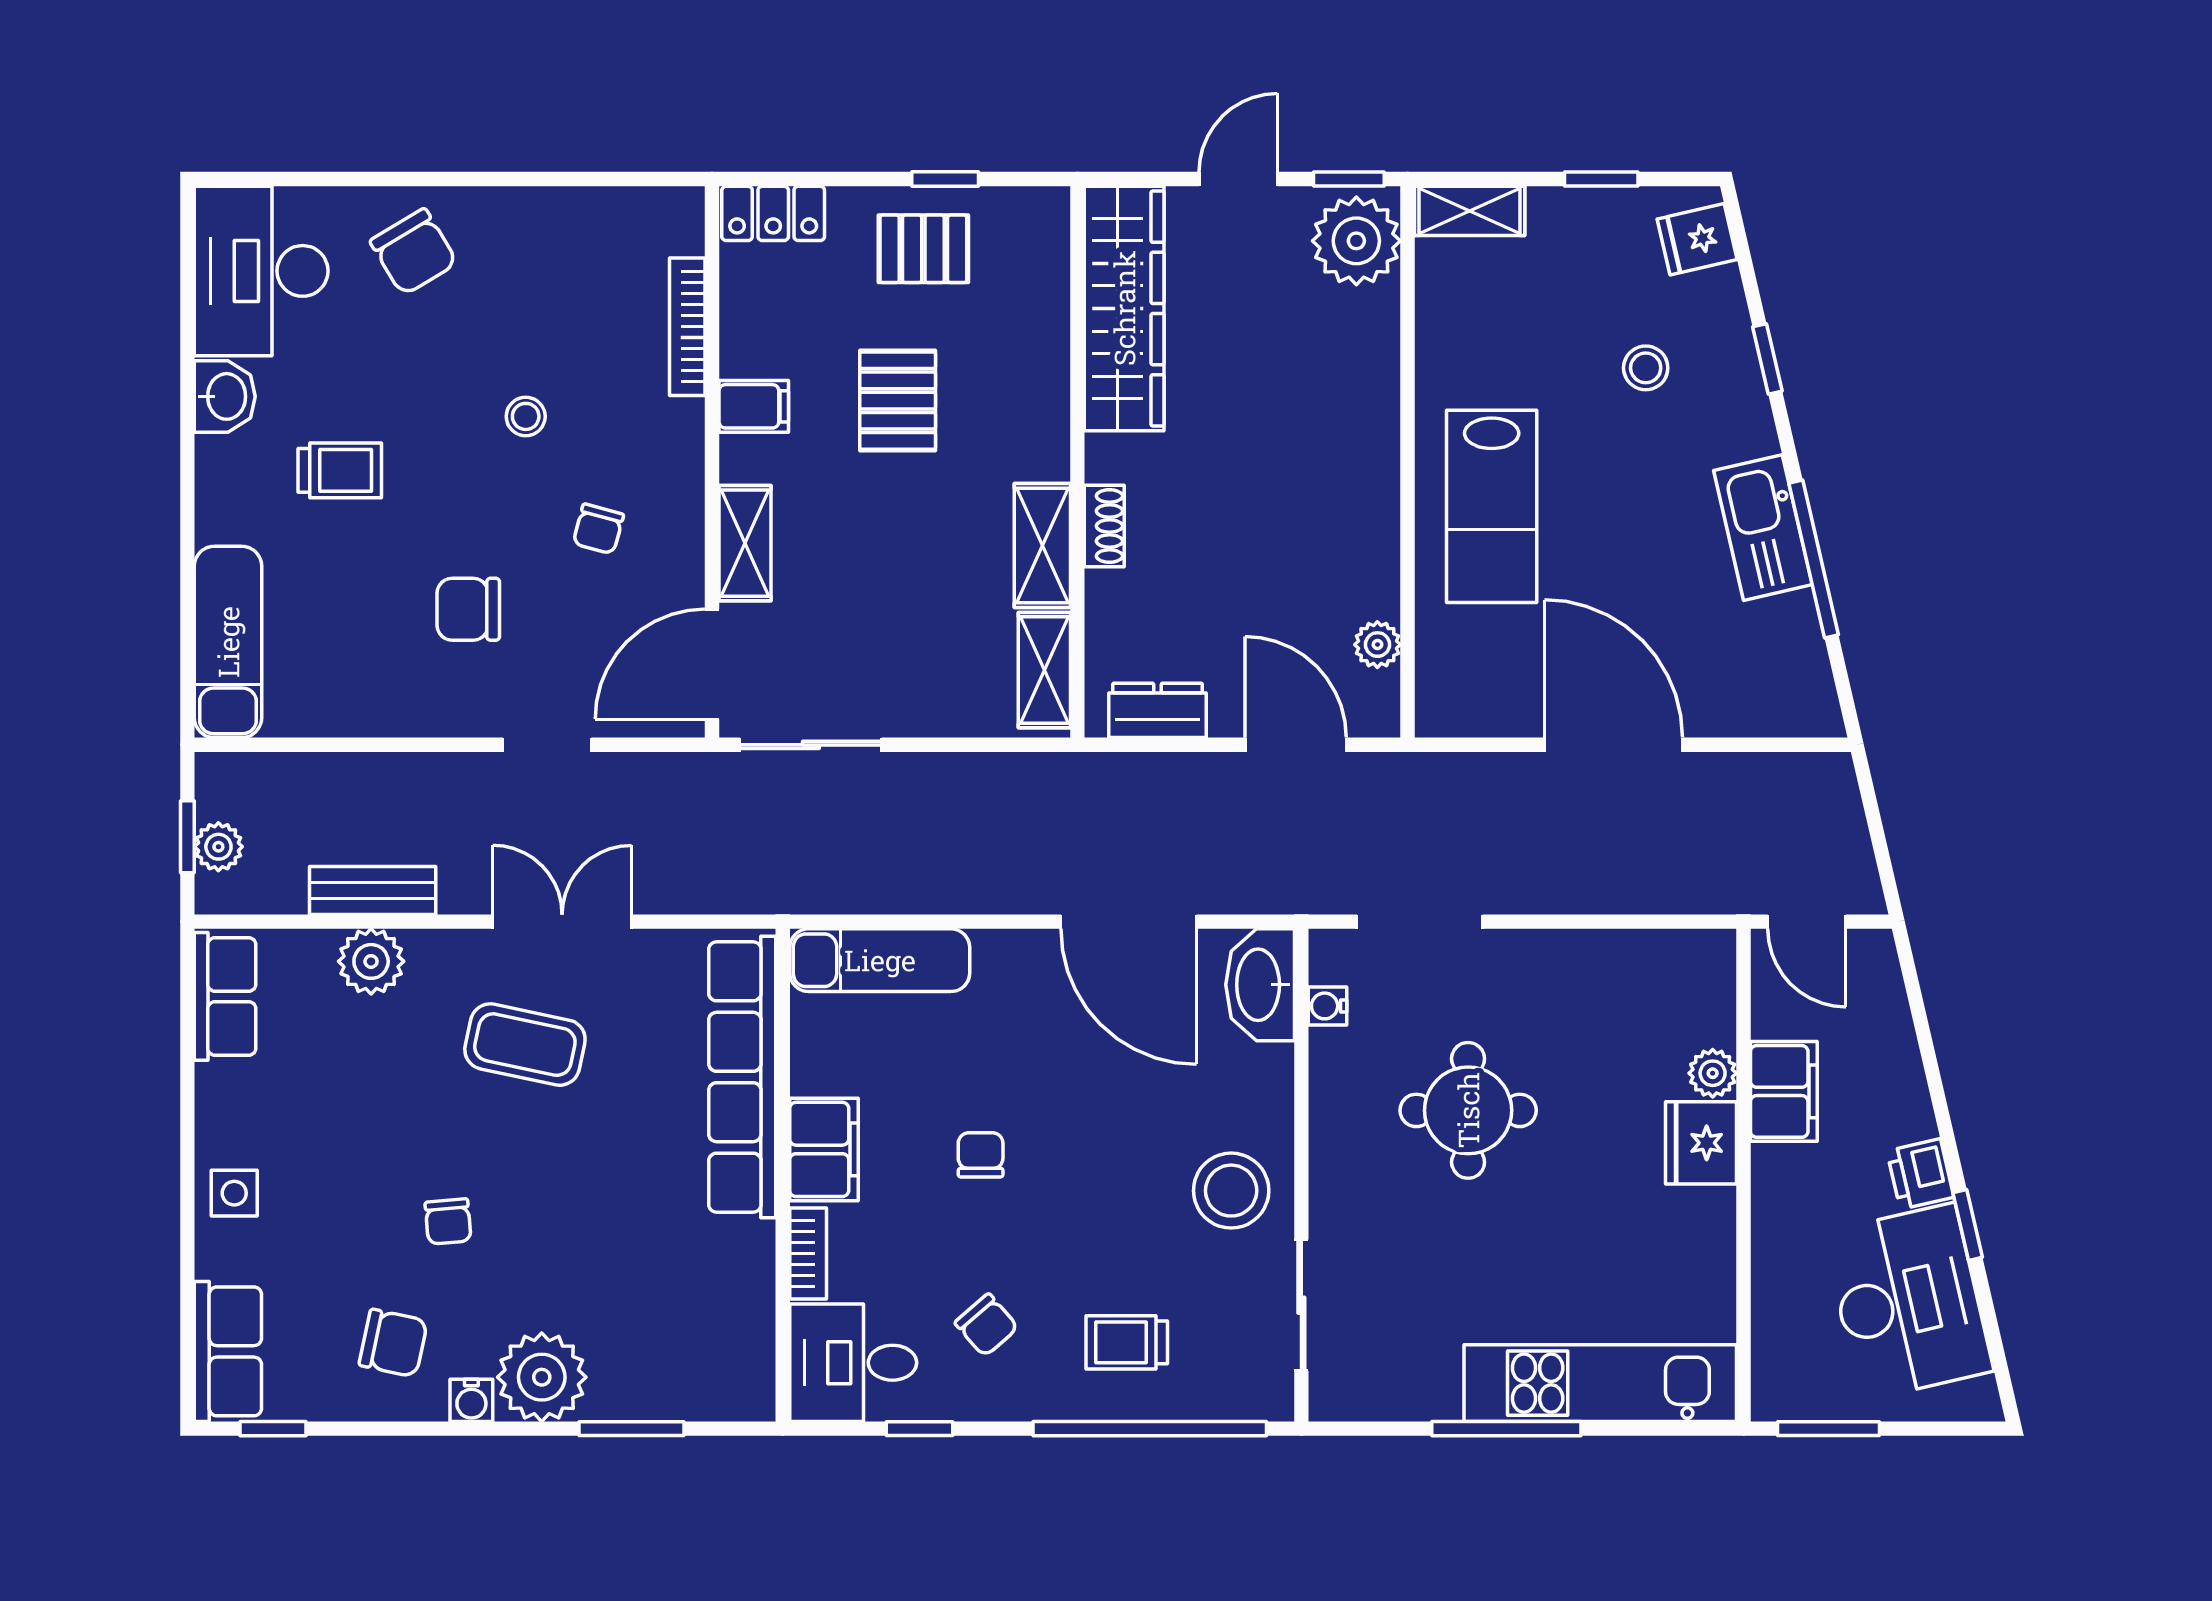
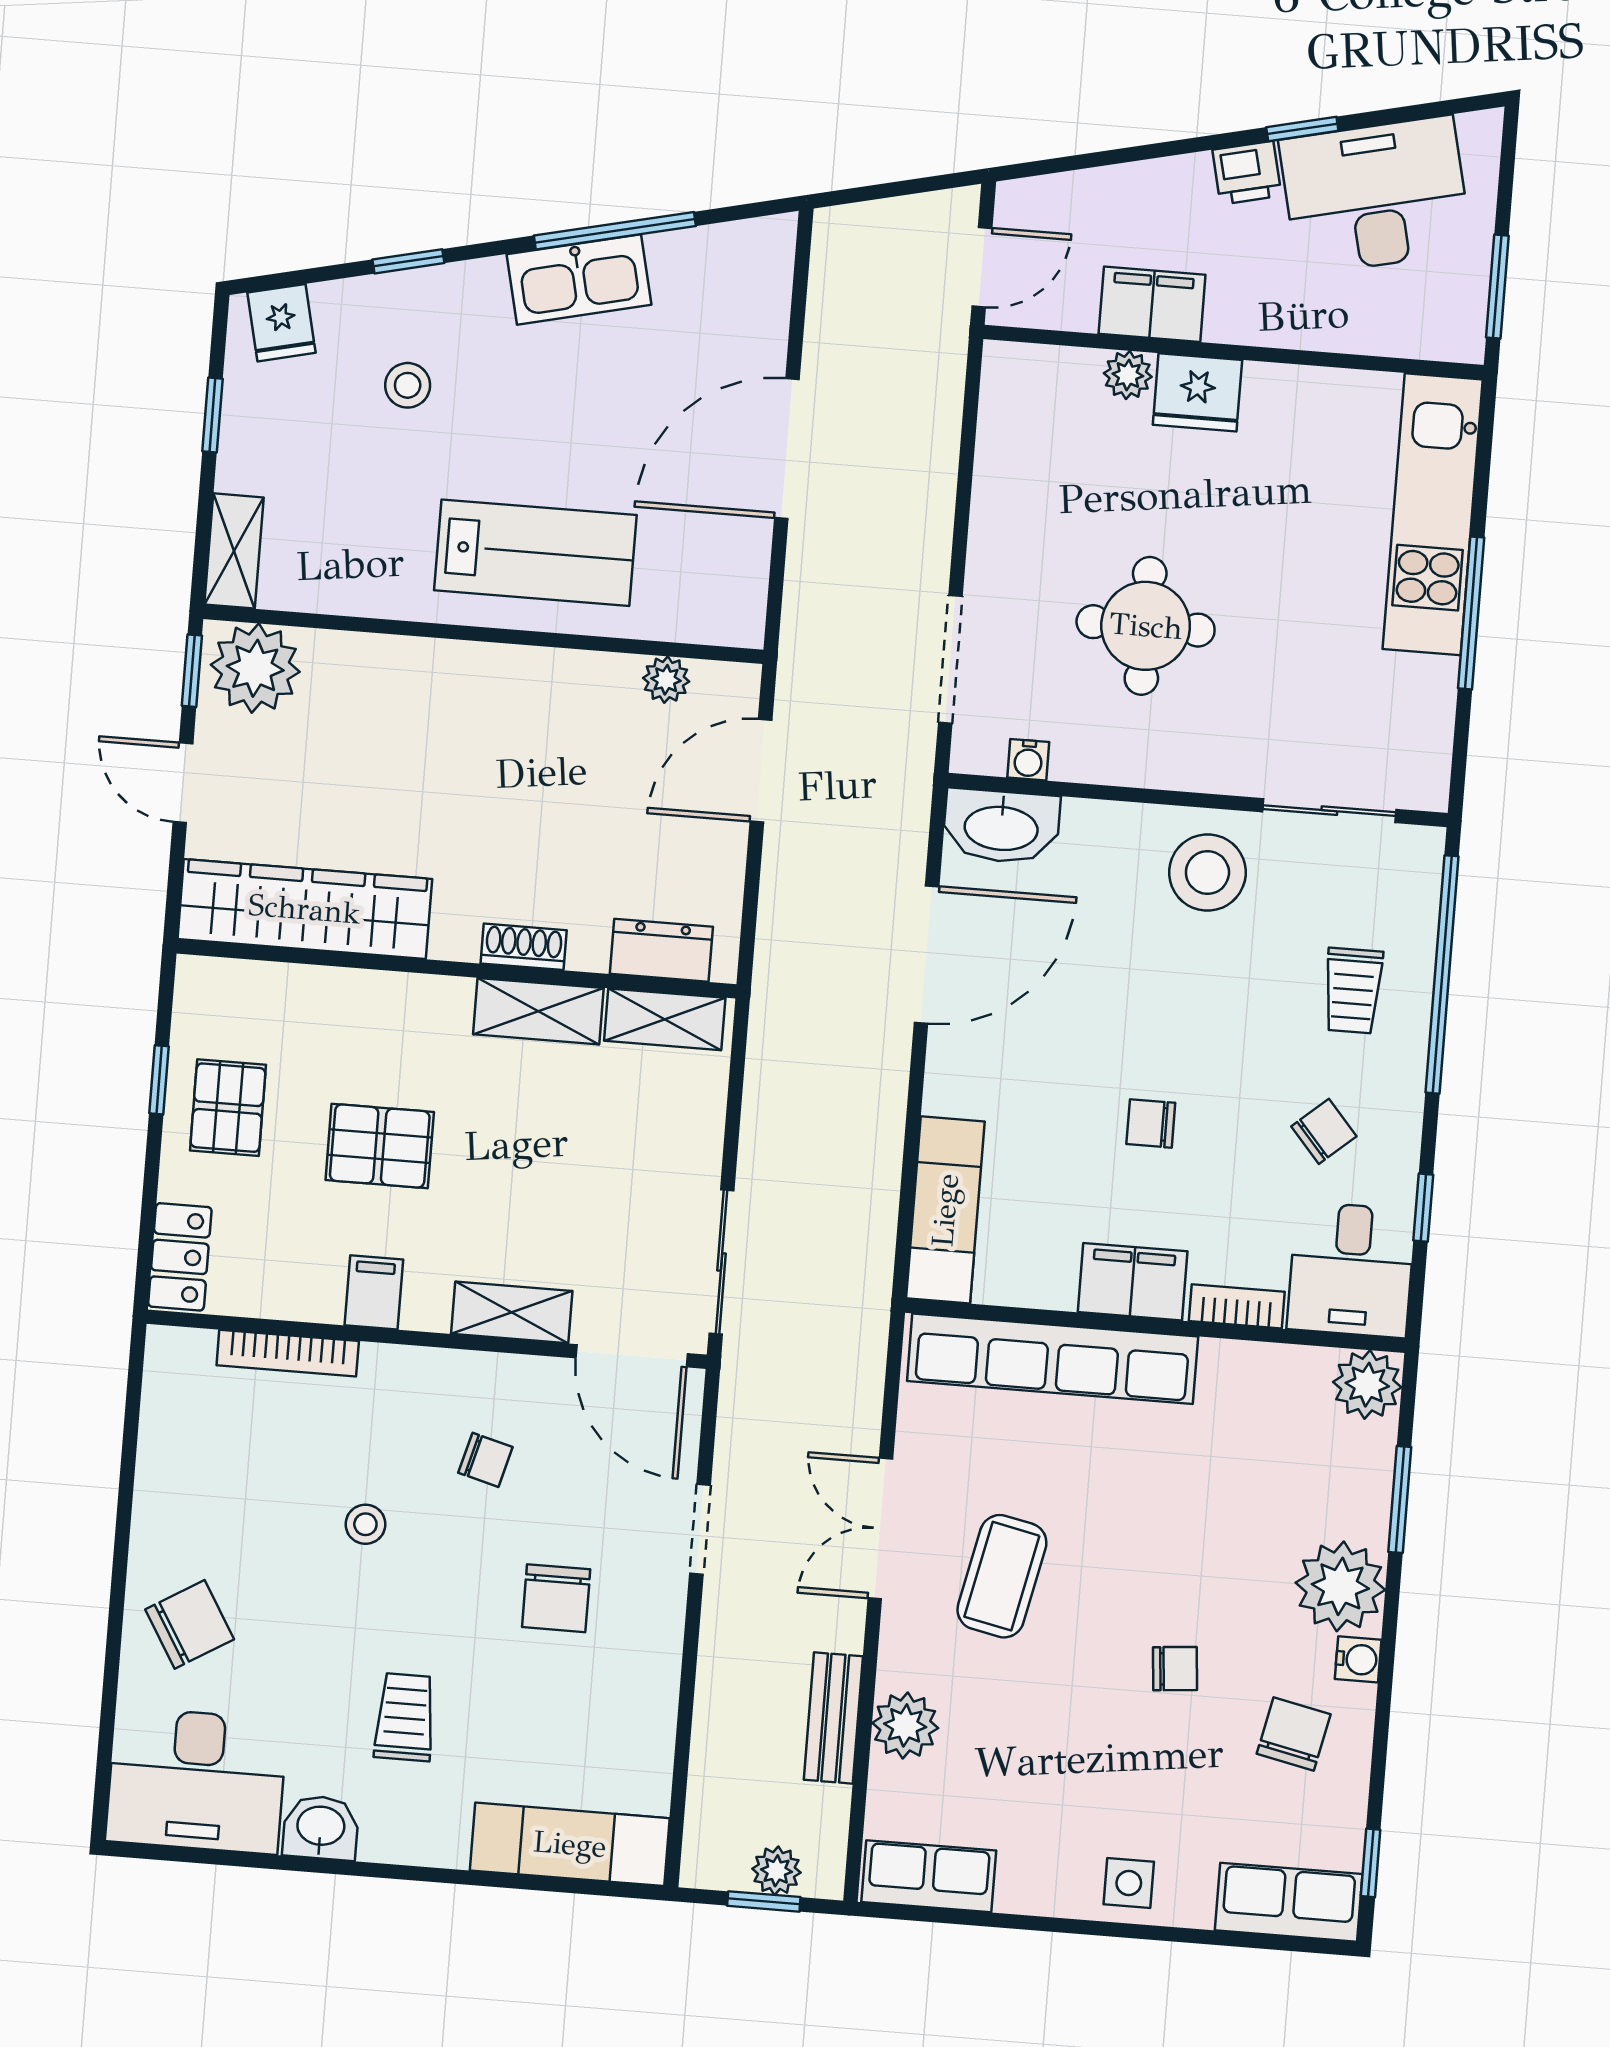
dresser: (1157, 710) -> (661, 950), moved, turned 90
plant: (742, 1388) -> (1367, 1385), added

